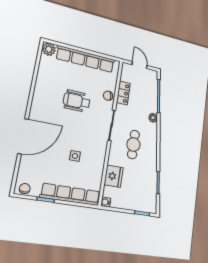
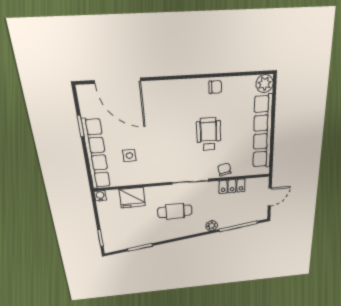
door: (23, 136) -> (118, 81), moved
side table: (75, 156) -> (129, 156), moved
chair: (25, 189) -> (215, 87), moved

